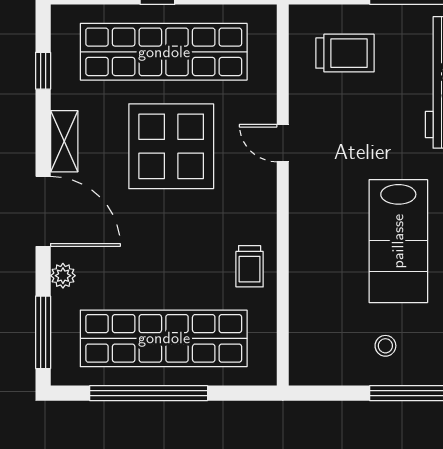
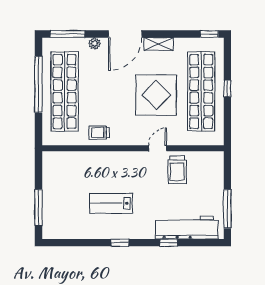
trolley: (345, 53) -> (177, 170), moved
window: (43, 71) -> (209, 34), moved
lab bench: (398, 241) -> (111, 203), width x0.73, depth x0.72
stool: (385, 346) -> (61, 197), removed

